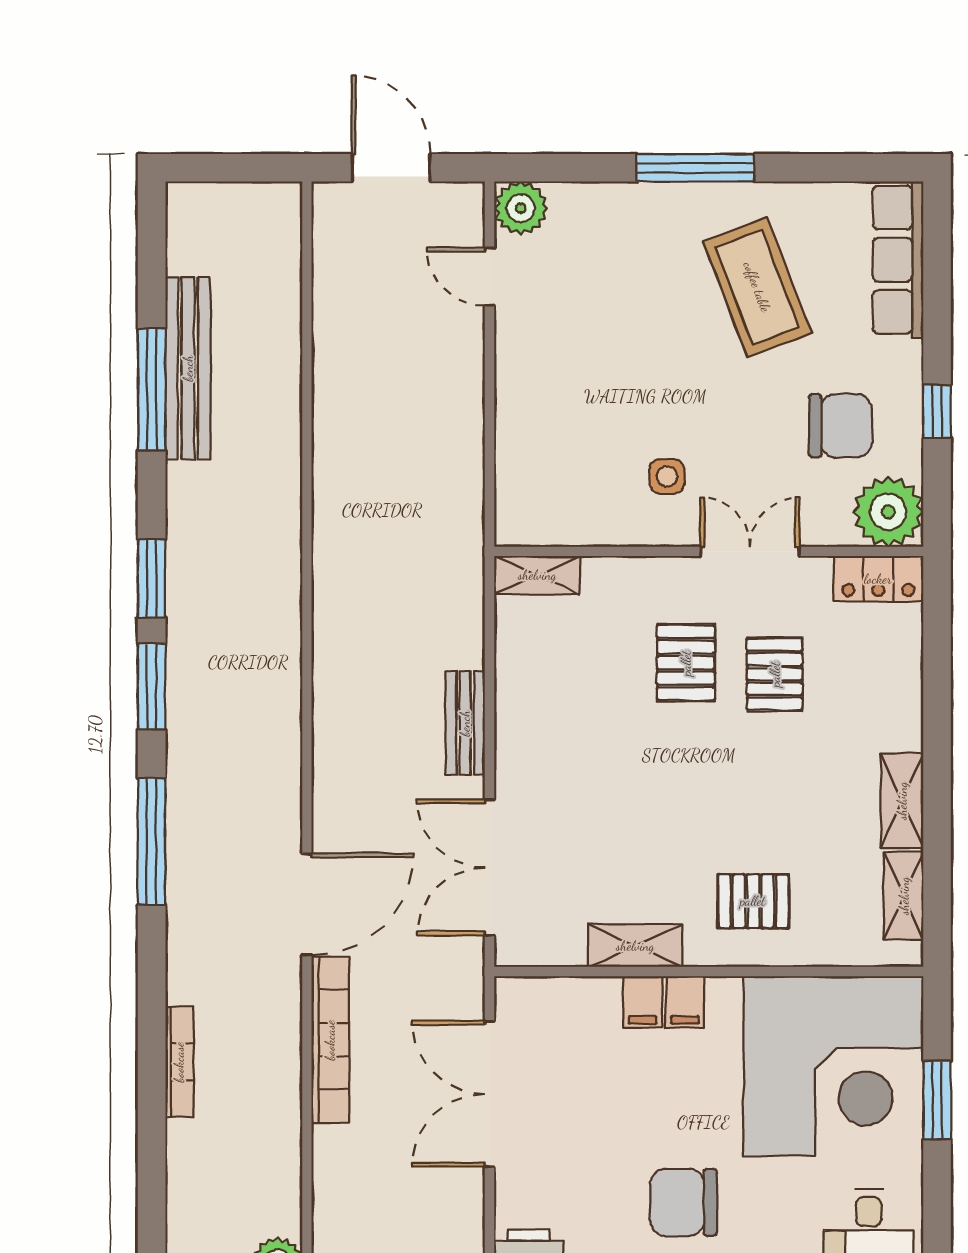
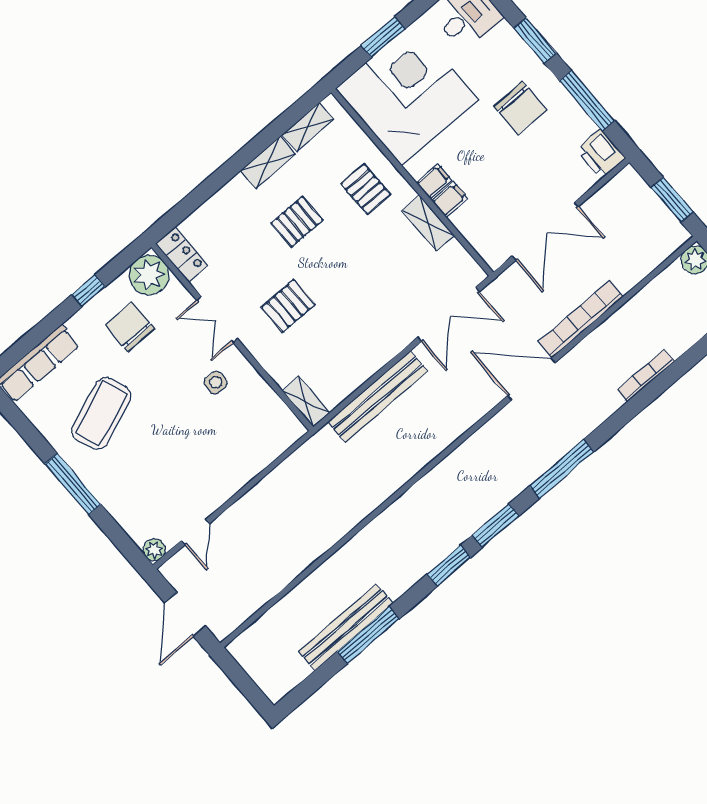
plant: (521, 208) -> (154, 550), width x0.73, depth x0.73
pallet: (775, 674) -> (297, 222), moved
bench: (465, 723) -> (378, 397), width x1.86, depth x1.21

